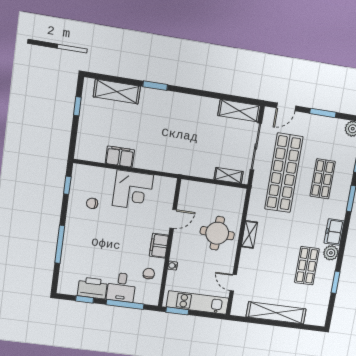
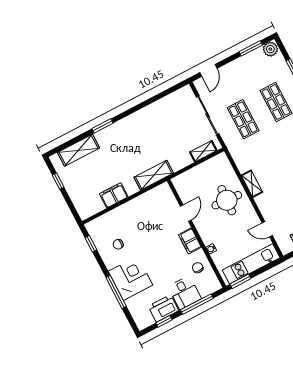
shelving: (239, 111) -> (154, 175), moved
window: (323, 113) -> (251, 48), moved
shop shelf: (284, 173) -> (243, 119), width x0.50, depth x0.74
corner desk: (133, 190) -> (130, 278), moved, turned -90

